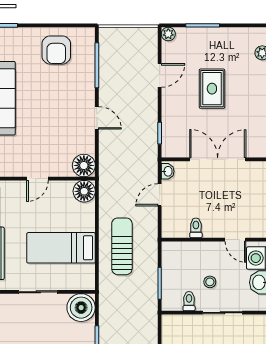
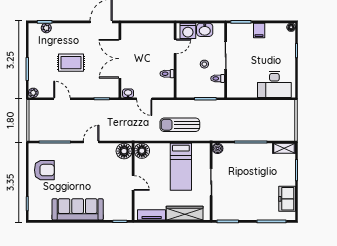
boiler: (81, 308) -> (218, 148), width x0.54, depth x0.54

